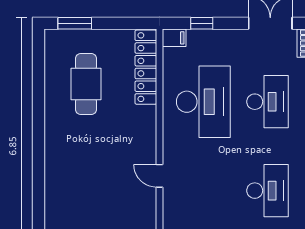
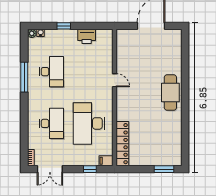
cafe table: (86, 84) -> (170, 93), moved
desk: (268, 102) -> (51, 123), turned 180
desk: (268, 191) -> (51, 72), turned 180

